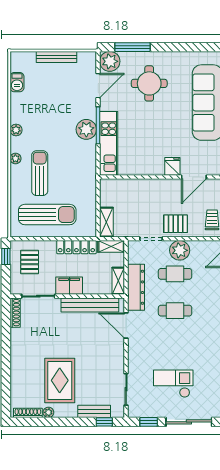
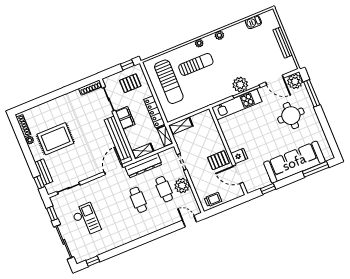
pallet: (176, 224) -> (218, 160), moved, turned 90

